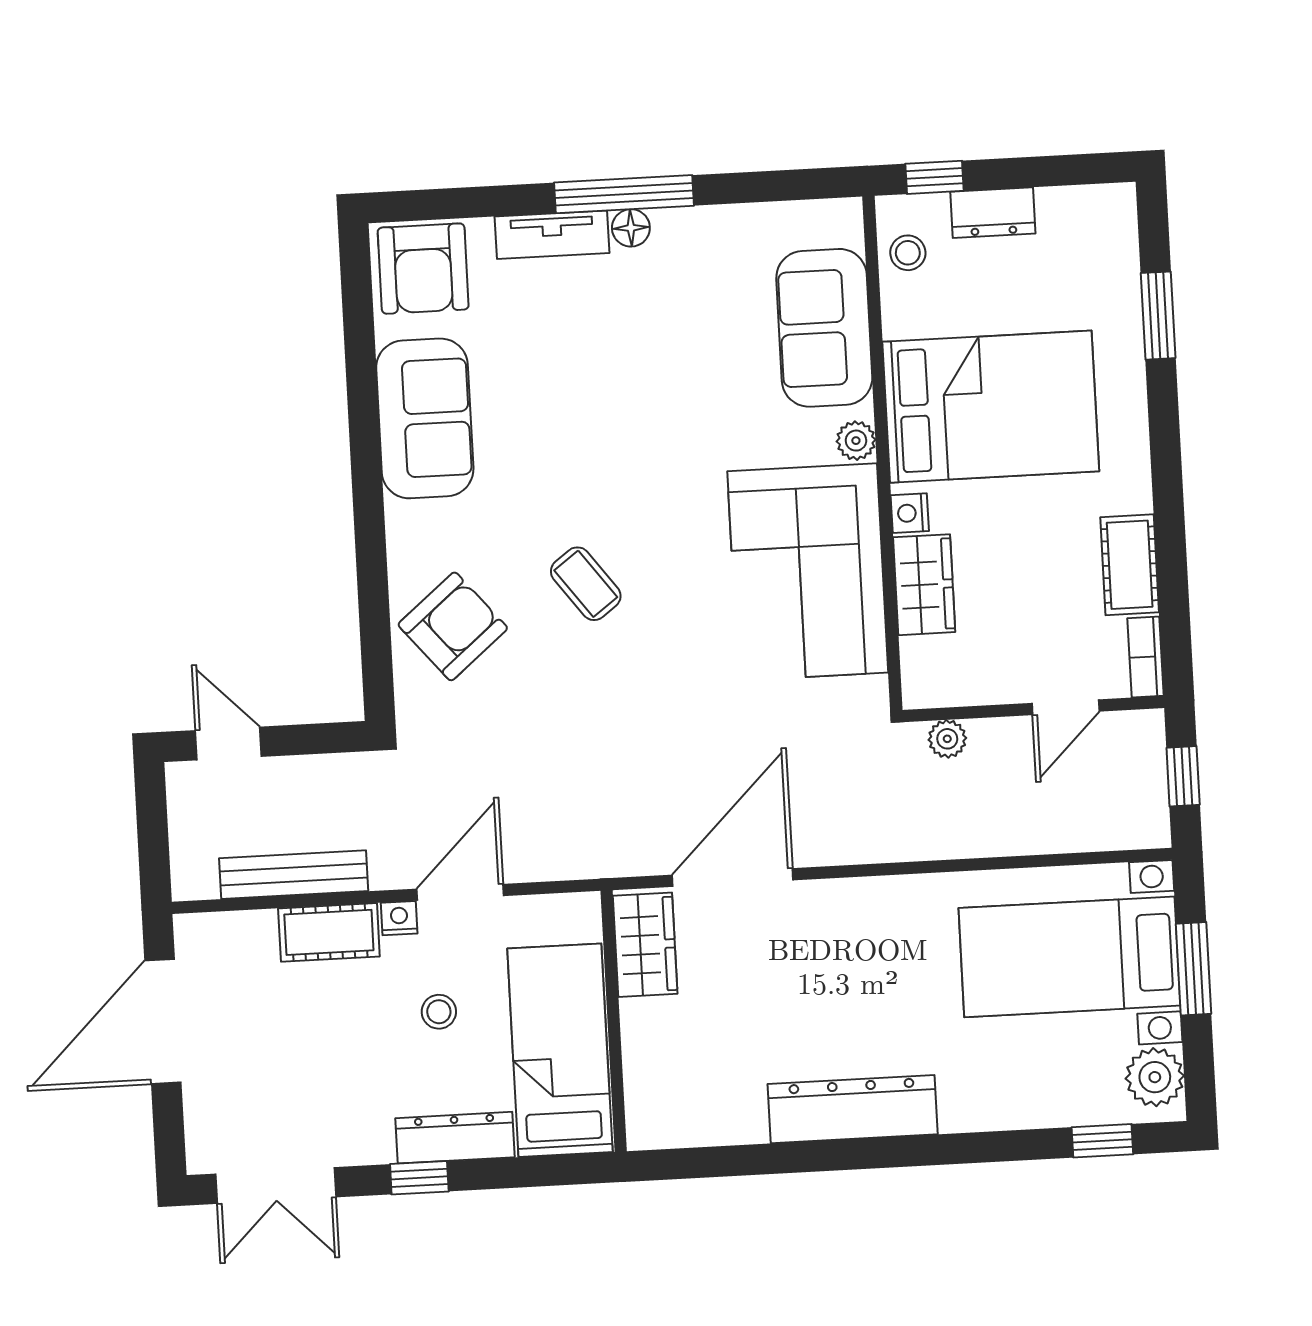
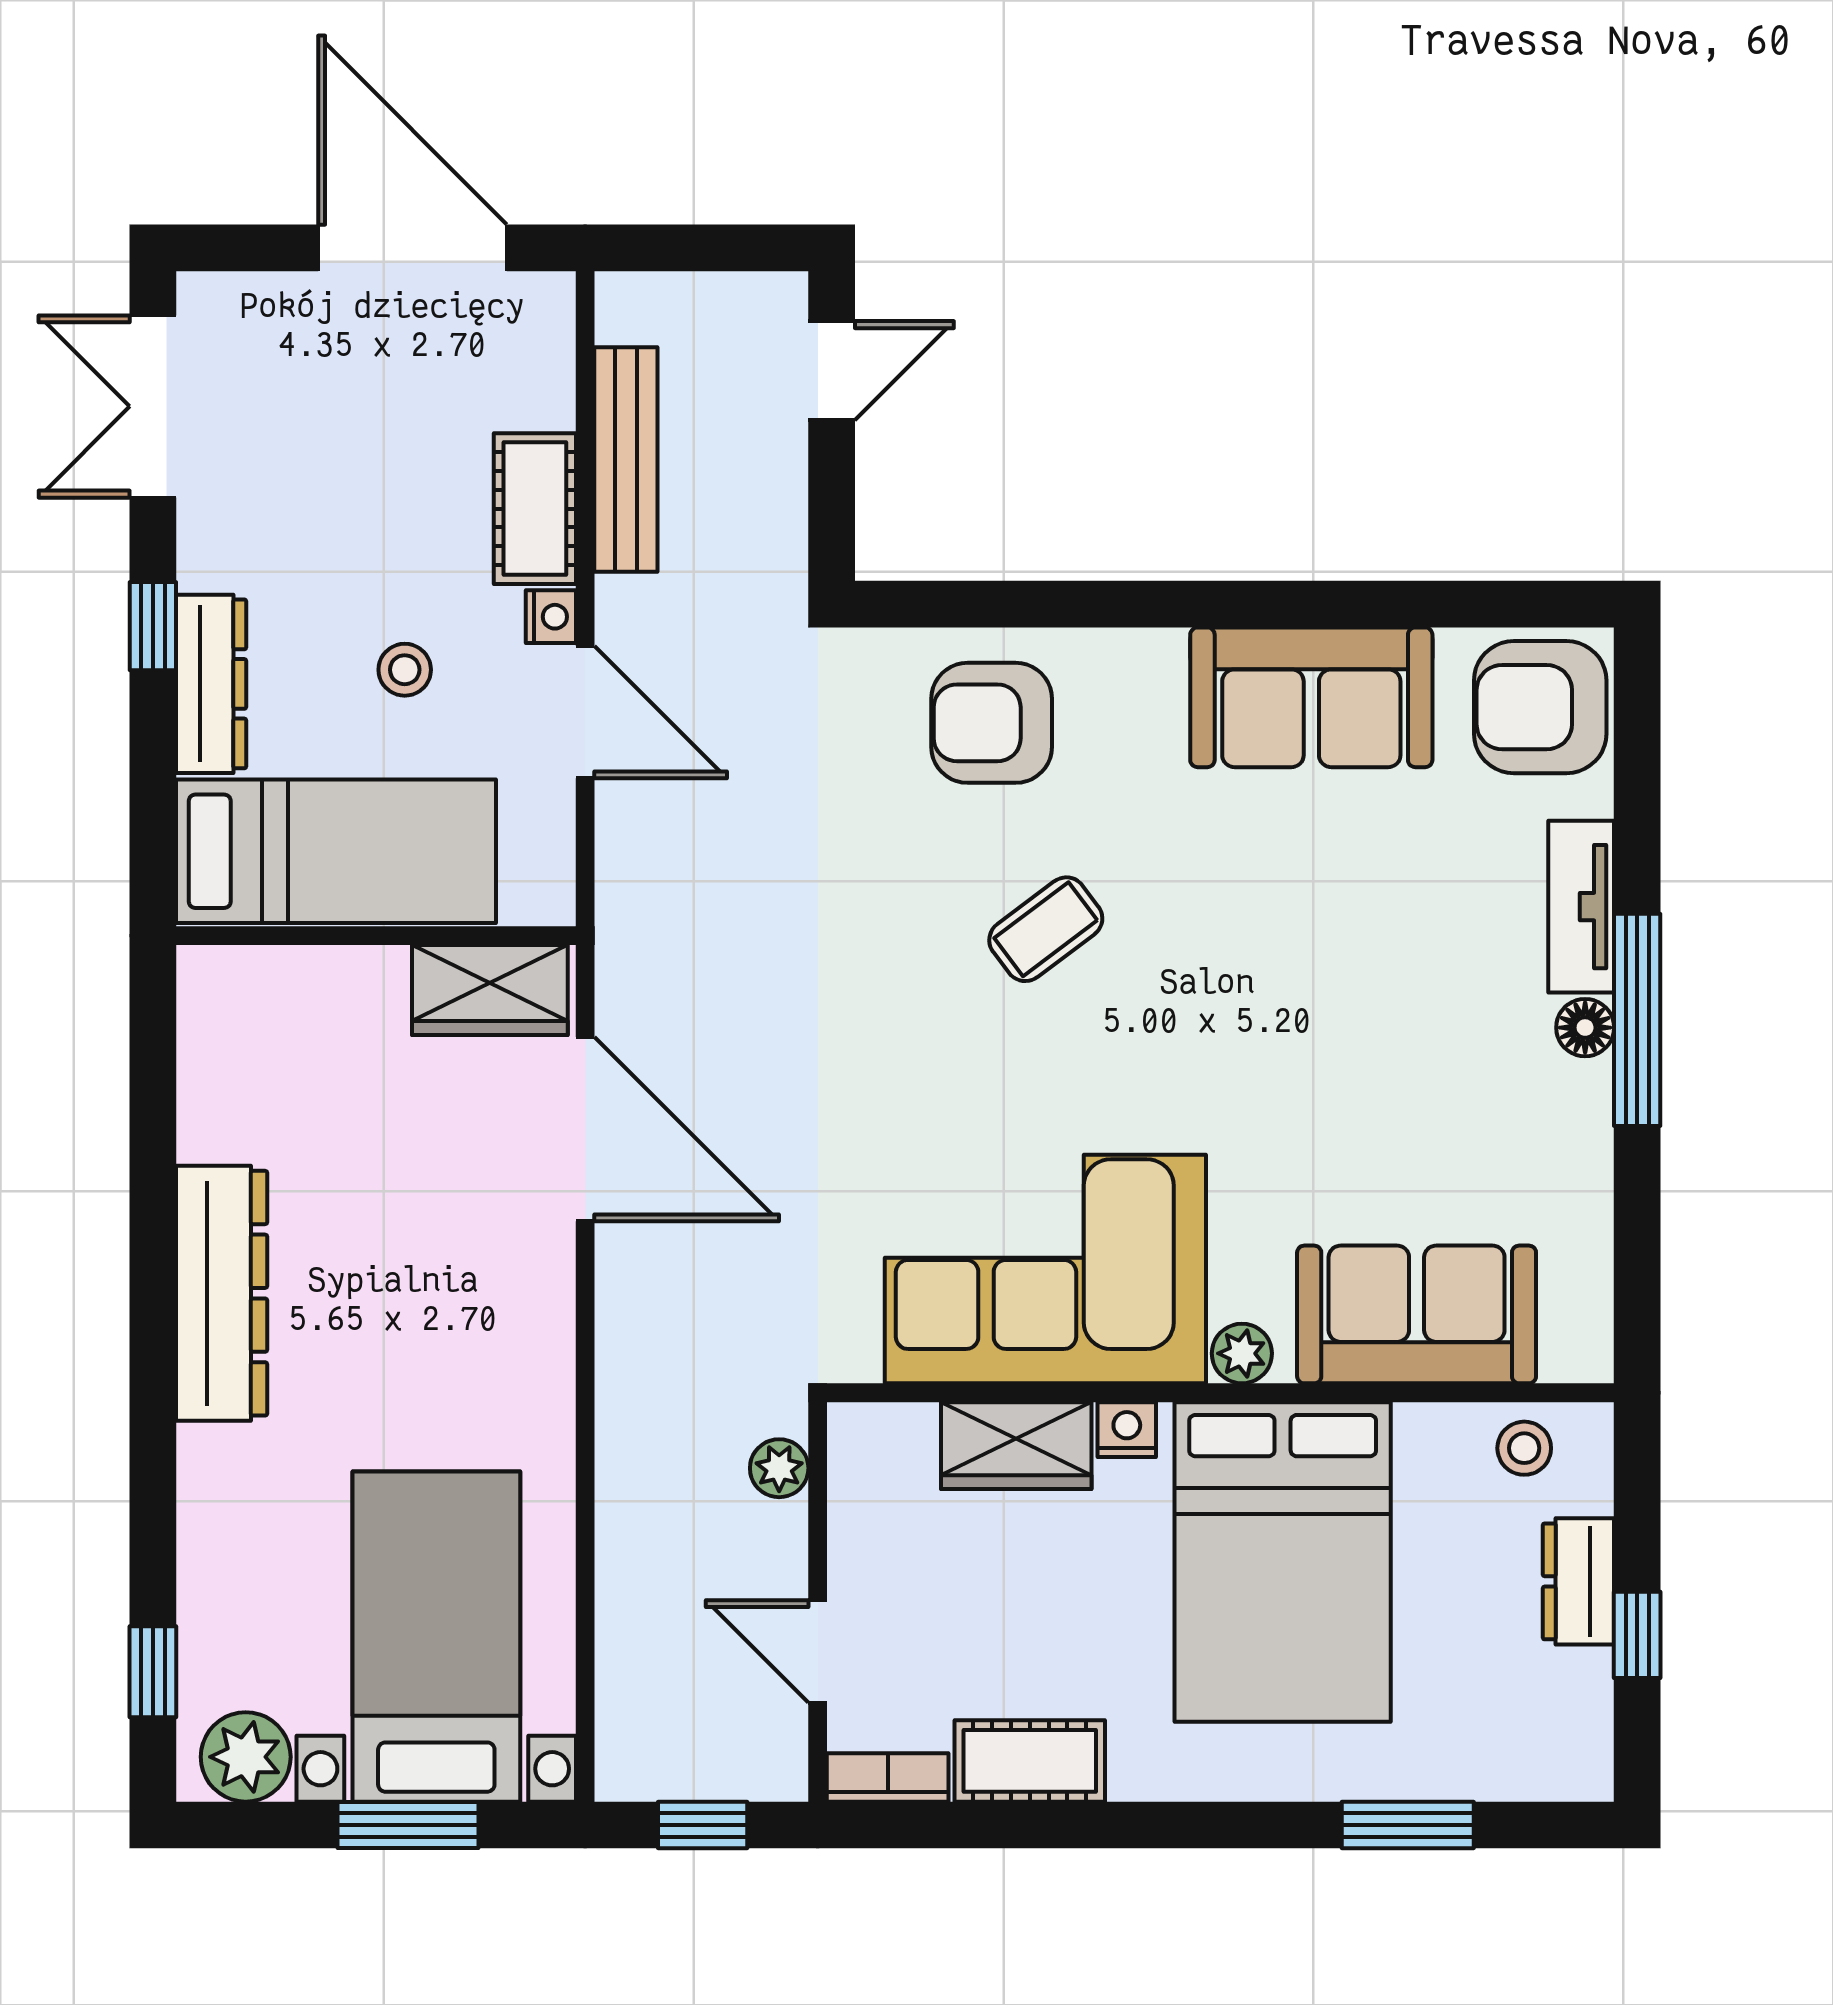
window: (934, 177) -> (1637, 1635), moved
armchair: (453, 626) -> (992, 723), turned 130

